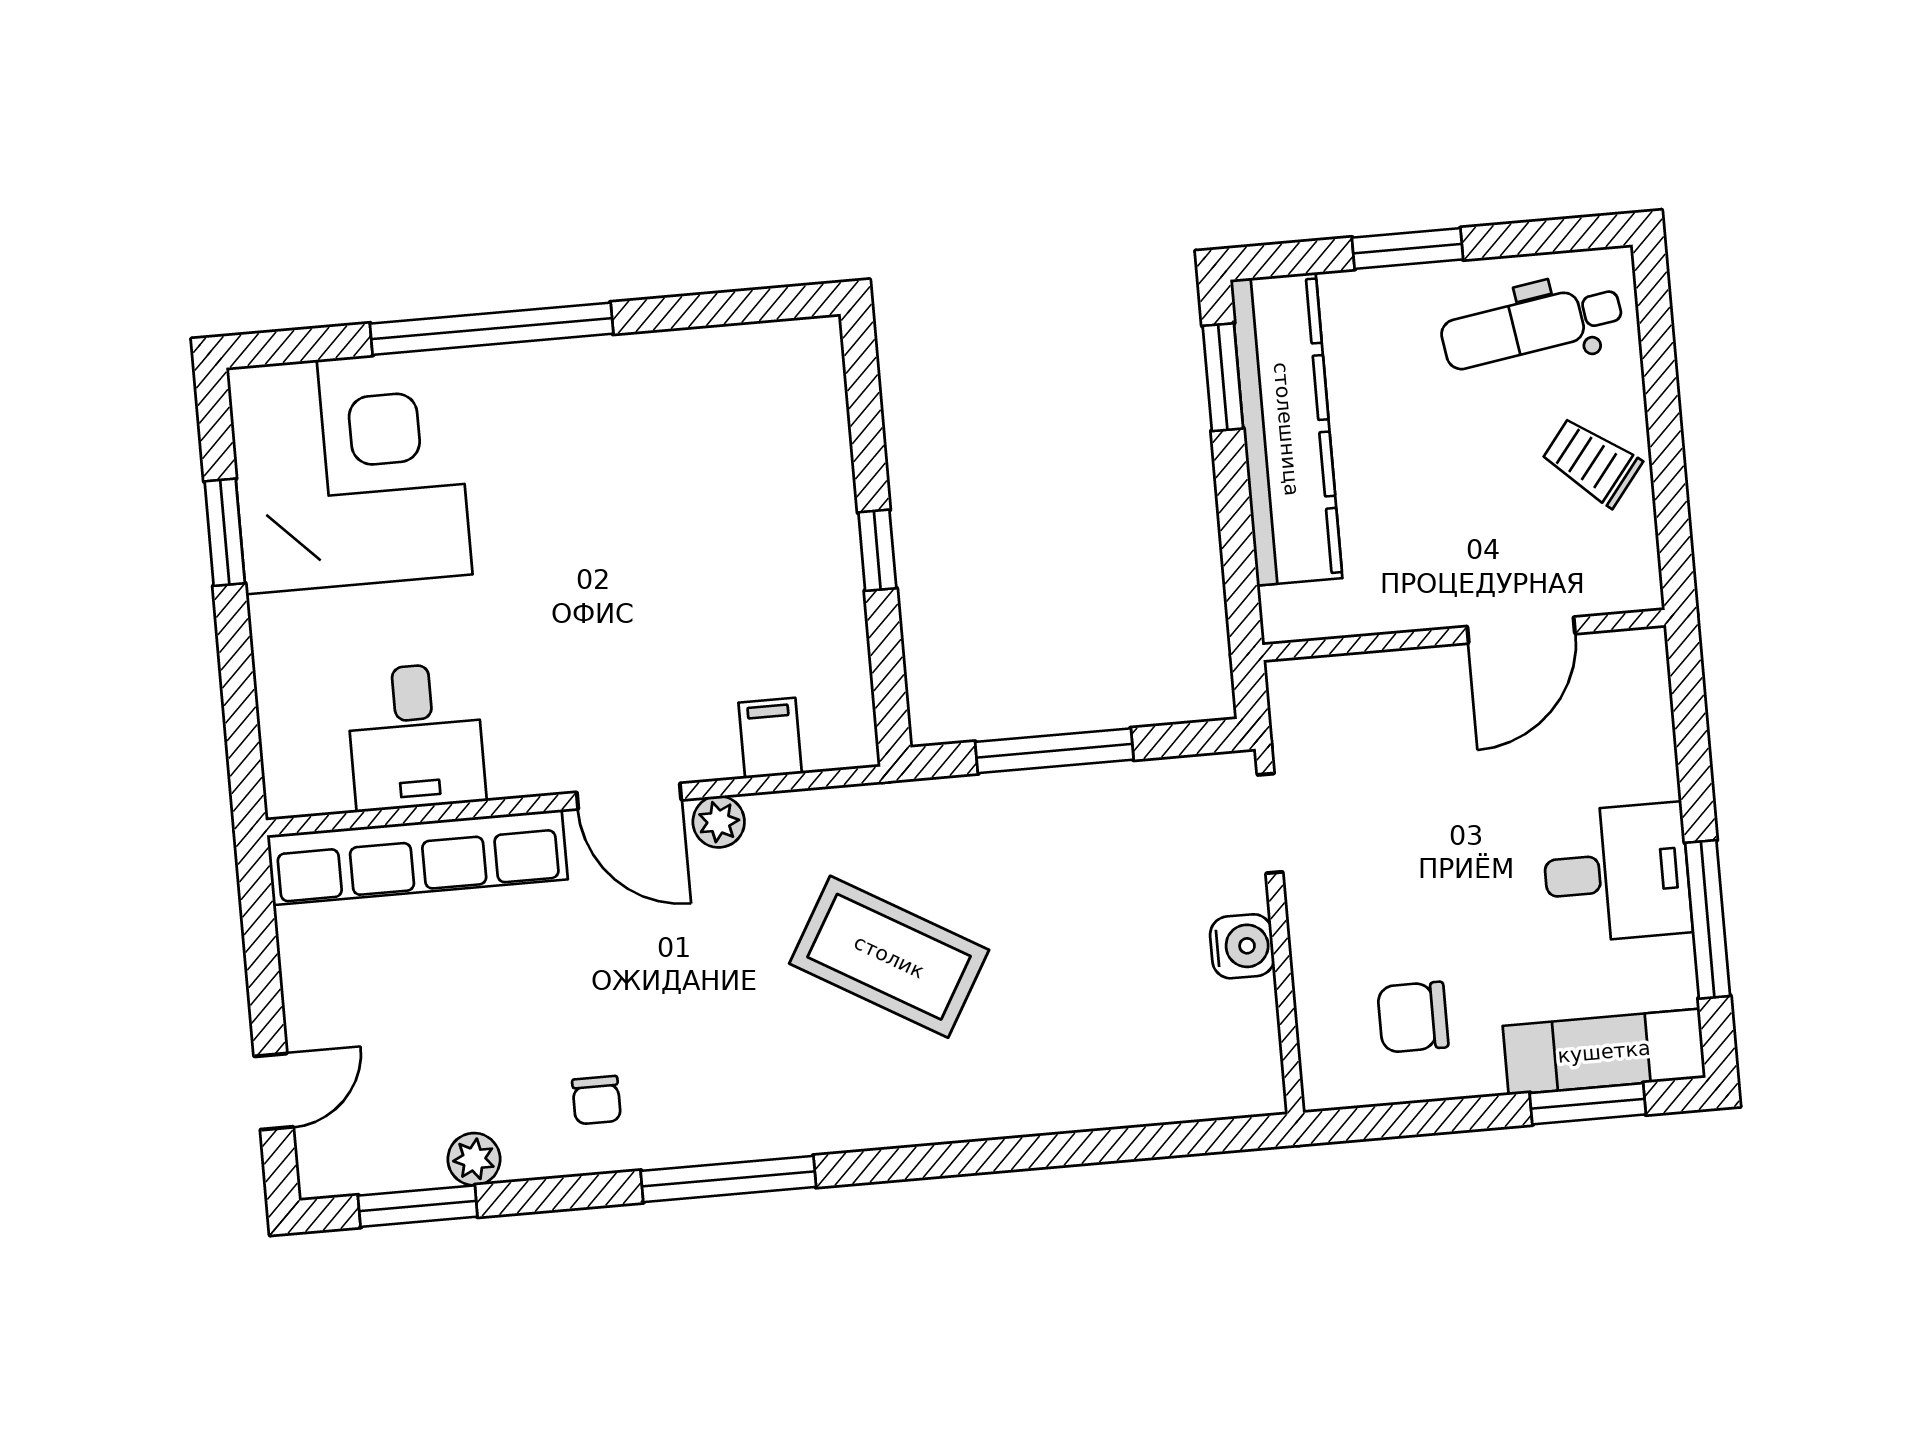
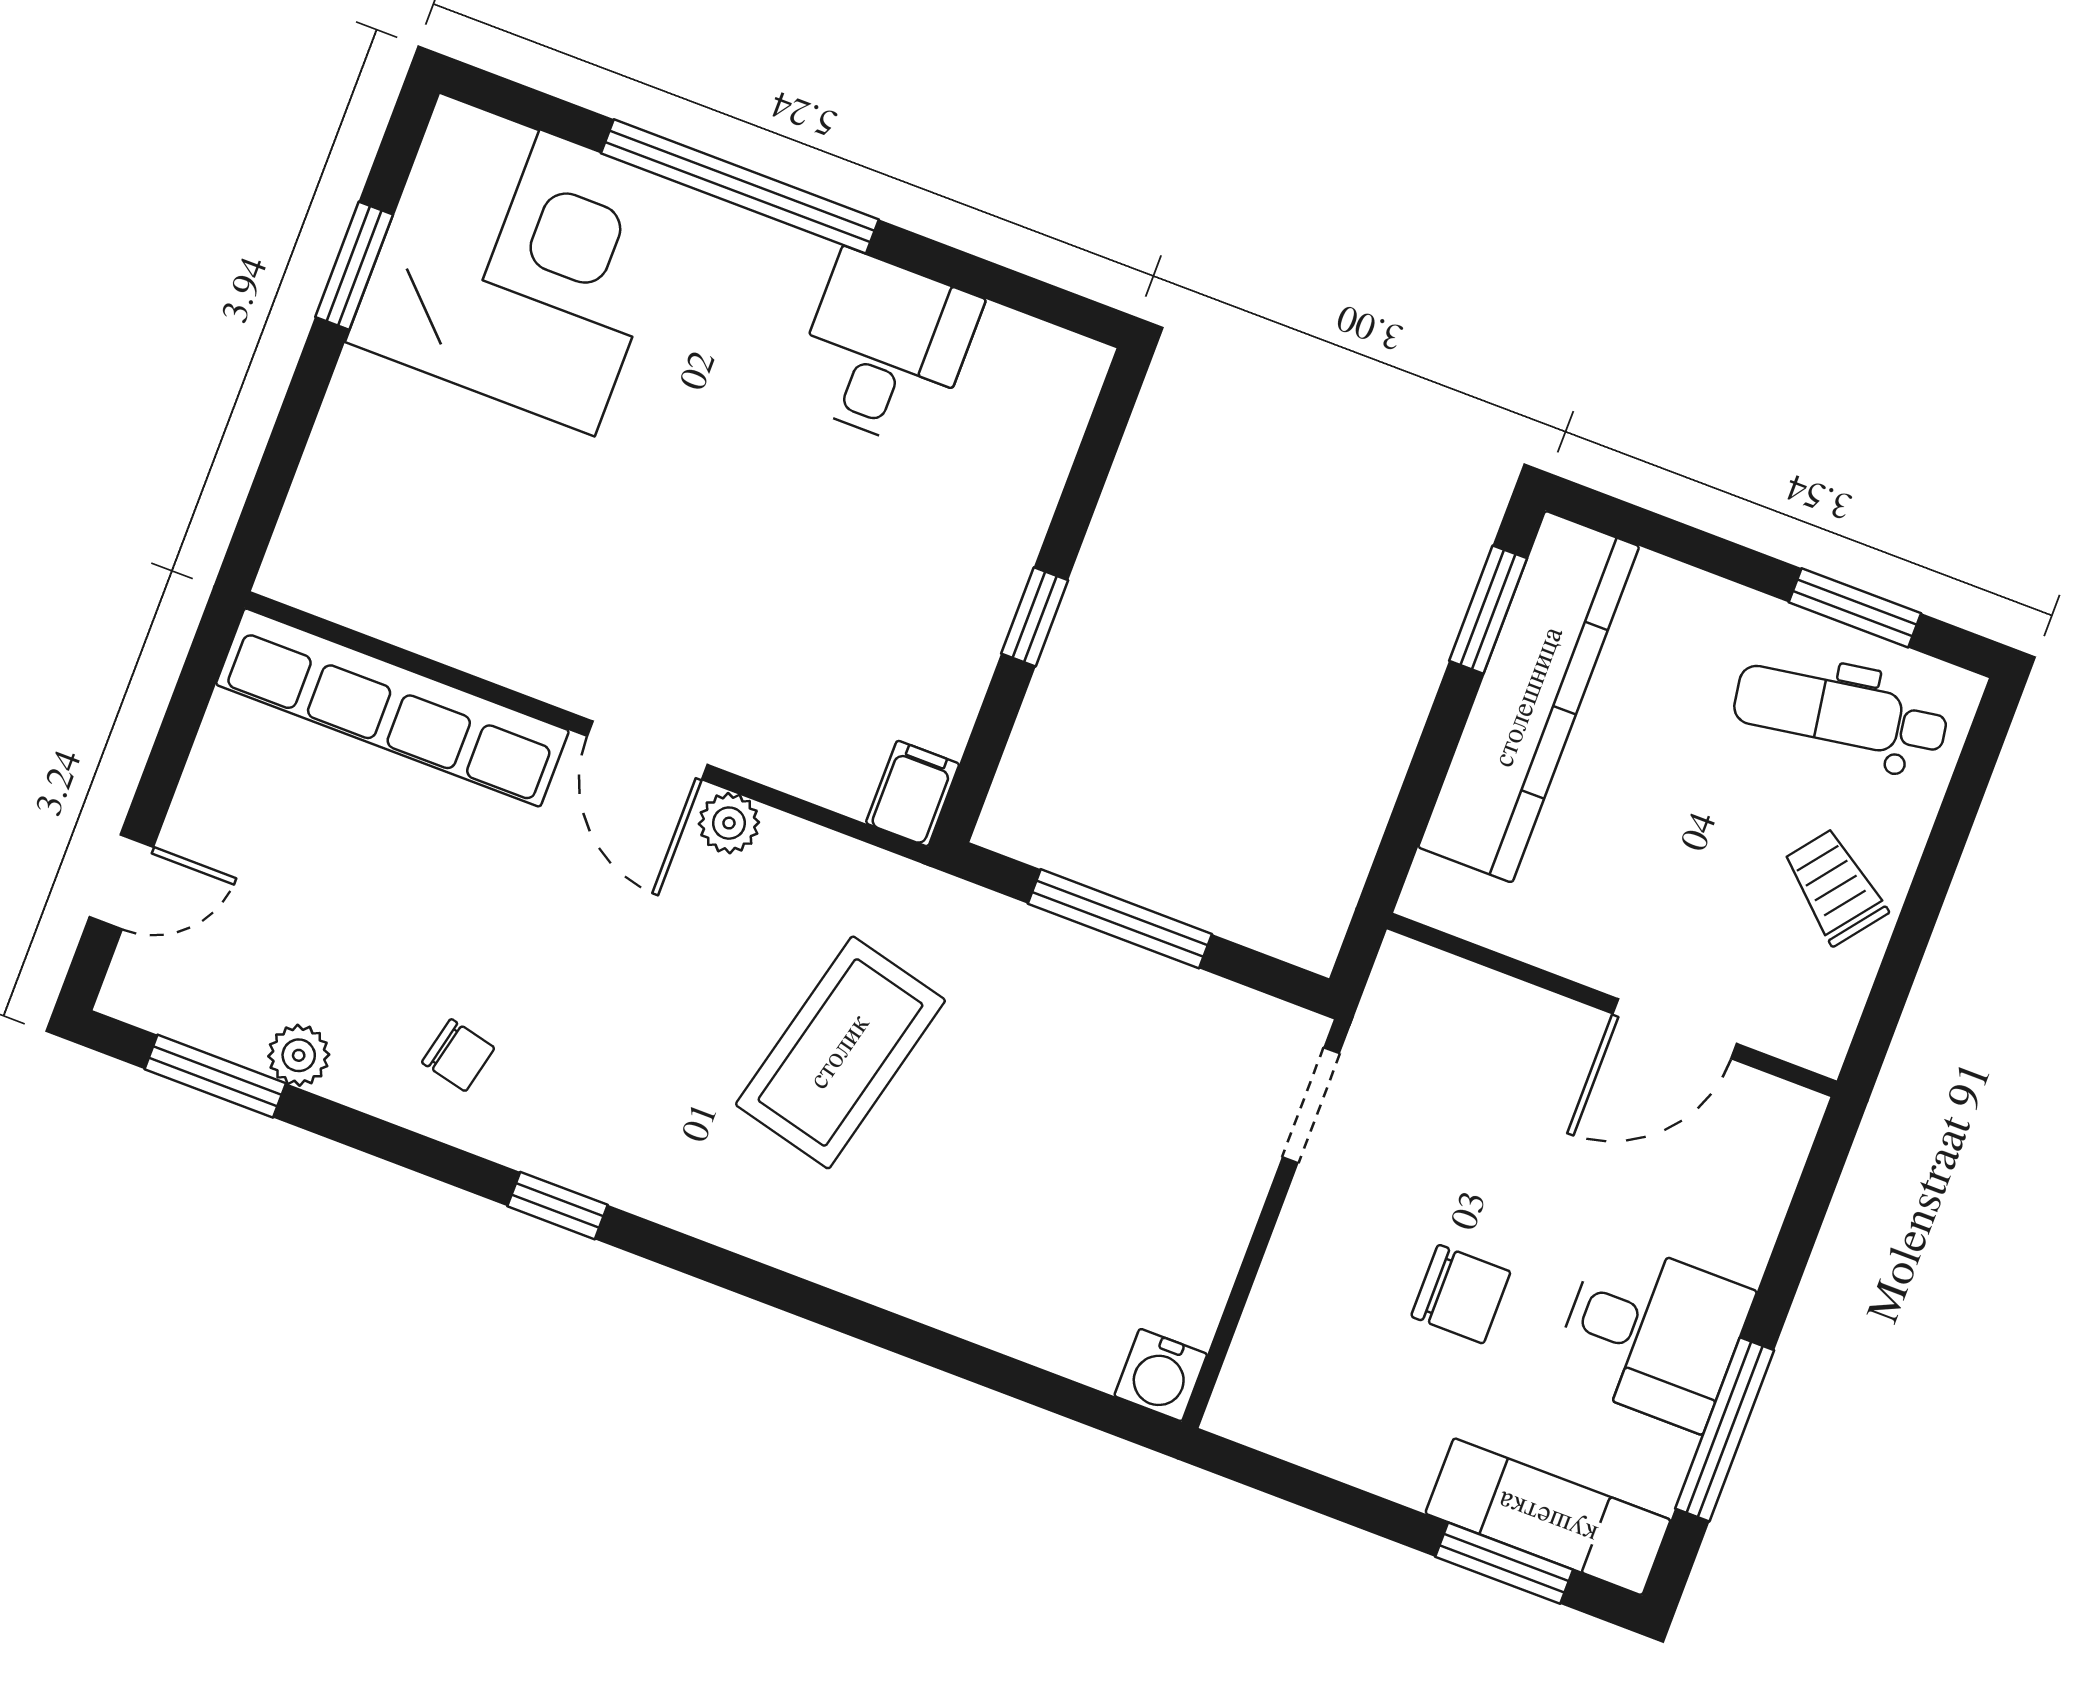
window: (1408, 249) -> (1855, 608), moved
desk: (416, 736) -> (885, 349), moved, turned 180
filing cabinet: (770, 738) -> (913, 794), moved
water cooler: (1242, 946) -> (1161, 1375), moved, turned 90
coffee table: (889, 957) -> (840, 1052), turned 74
chair: (1413, 1017) -> (1461, 1294), moved, turned 180
chair: (596, 1100) -> (458, 1055), turned -77
window: (728, 1179) -> (558, 1206), width x0.46

